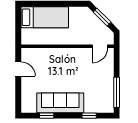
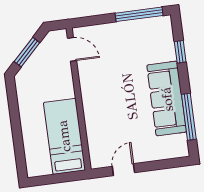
bed: (45, 17) -> (64, 136), moved
window: (47, 116) -> (189, 117), width x2.17

